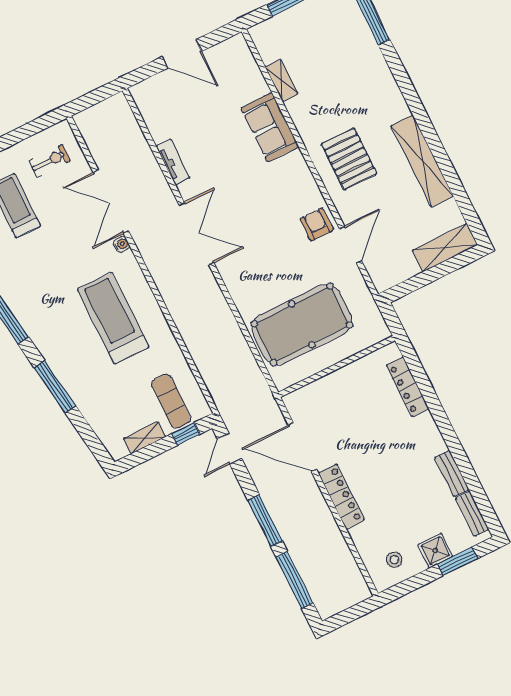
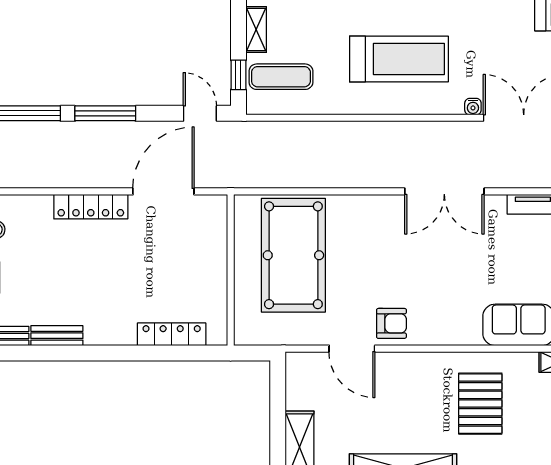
pallet: (349, 159) -> (480, 404), moved, turned 90

